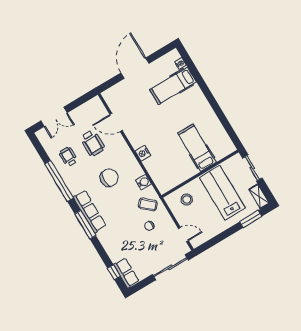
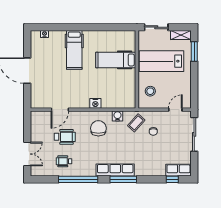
hospital bed: (173, 86) -> (74, 50), moved
chair: (109, 178) -> (98, 128), moved

